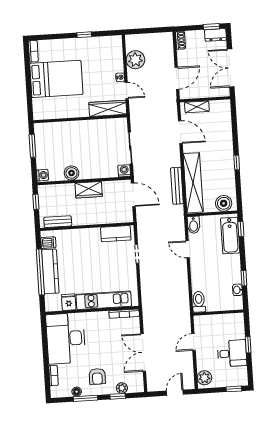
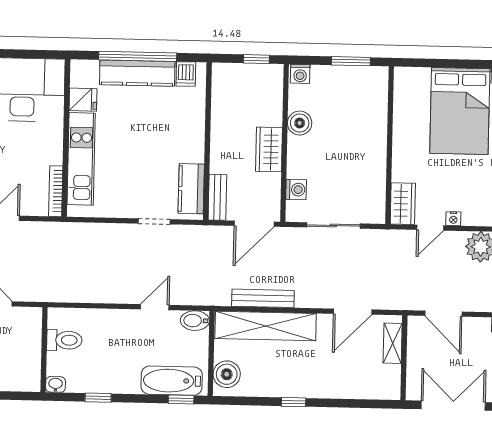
wardrobe: (108, 108) -> (403, 204), width x0.67
washing machine: (124, 171) -> (296, 190), moved
bench: (58, 222) -> (217, 197), moved
washbasin: (237, 290) -> (56, 384), moved
toilet: (199, 302) -> (64, 340), moved

